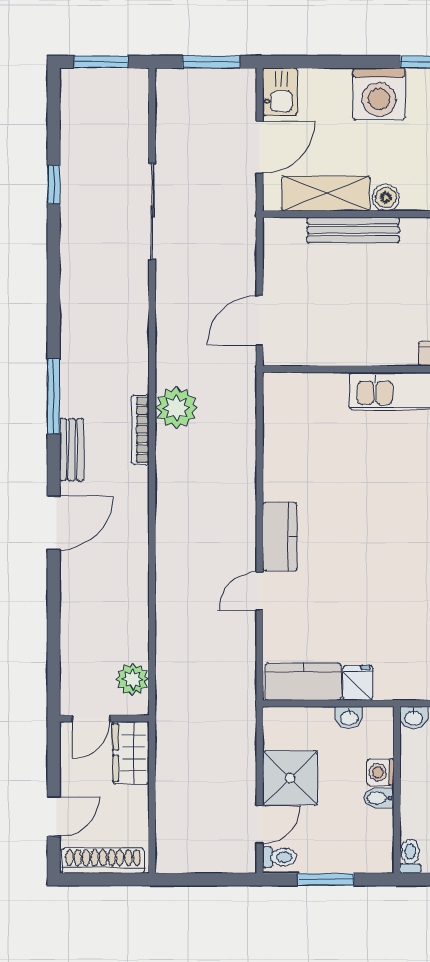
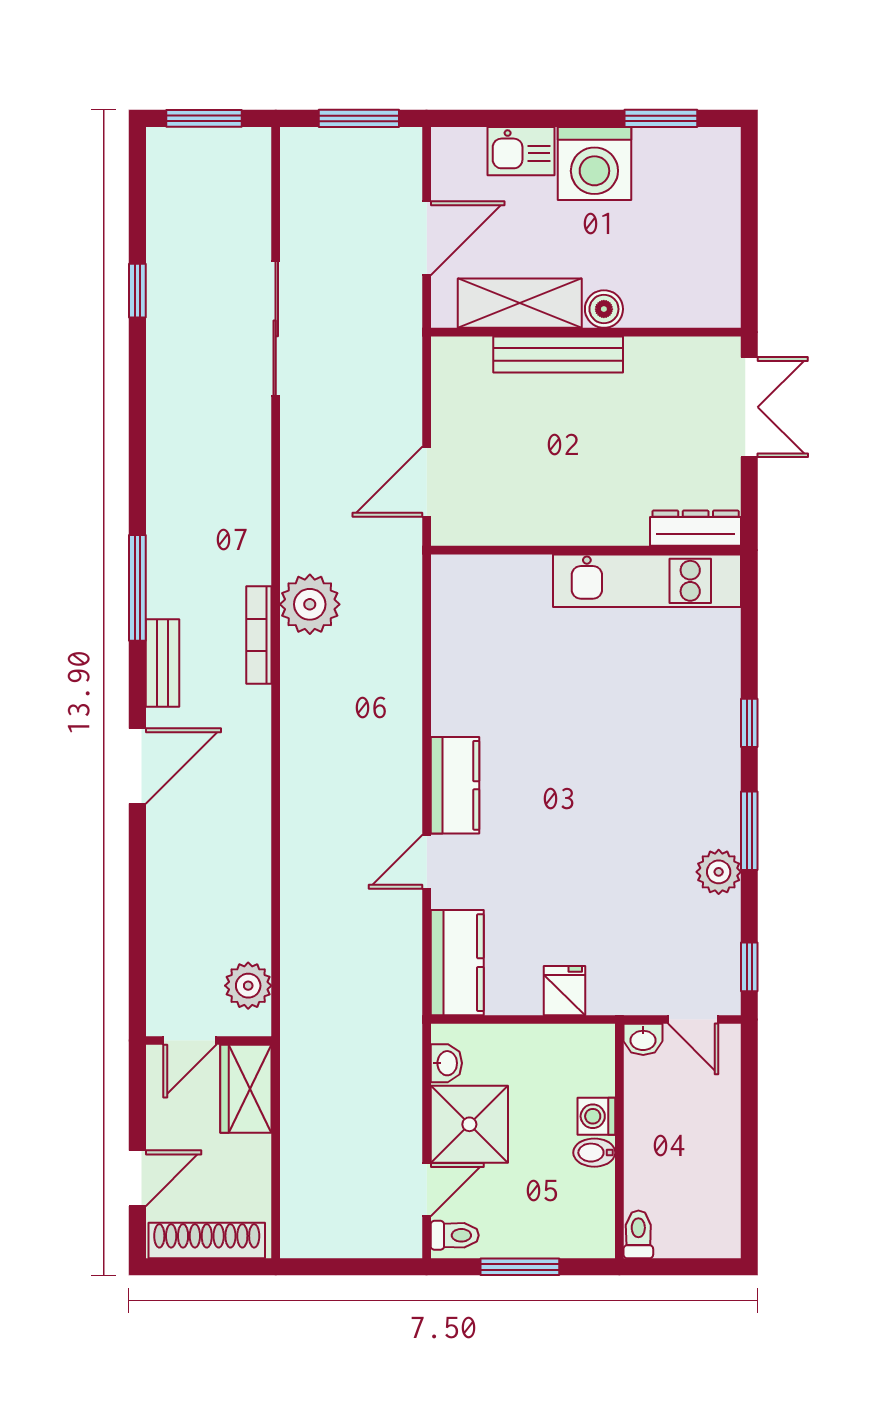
kitchen sink: (280, 92) -> (521, 151), moved, turned 90
kitchen counter: (303, 682) -> (457, 963), moved, turned 90
washbasin: (349, 717) -> (446, 1063), moved, turned -90

